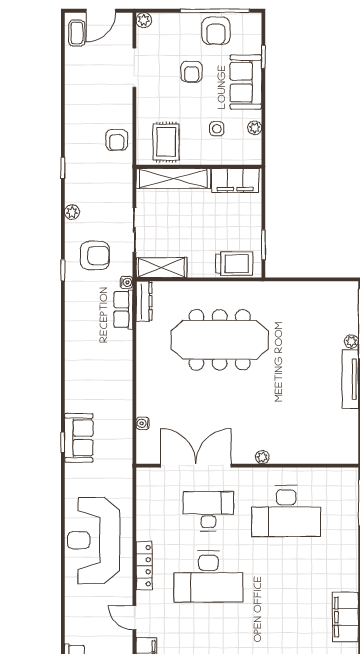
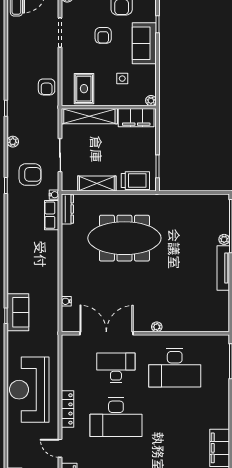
plant: (255, 128) -> (151, 101), moved
shelving: (161, 268) -> (97, 183), moved

